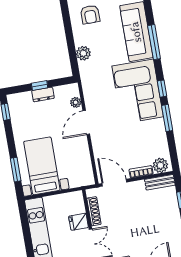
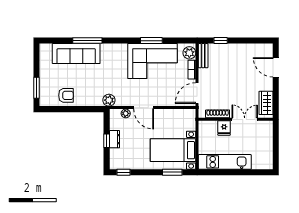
armchair: (90, 15) -> (66, 95), moved
plant: (83, 53) -> (109, 100), moved
window: (162, 89) -> (127, 41), removed
corner sofa: (138, 91) -> (153, 61), moved

